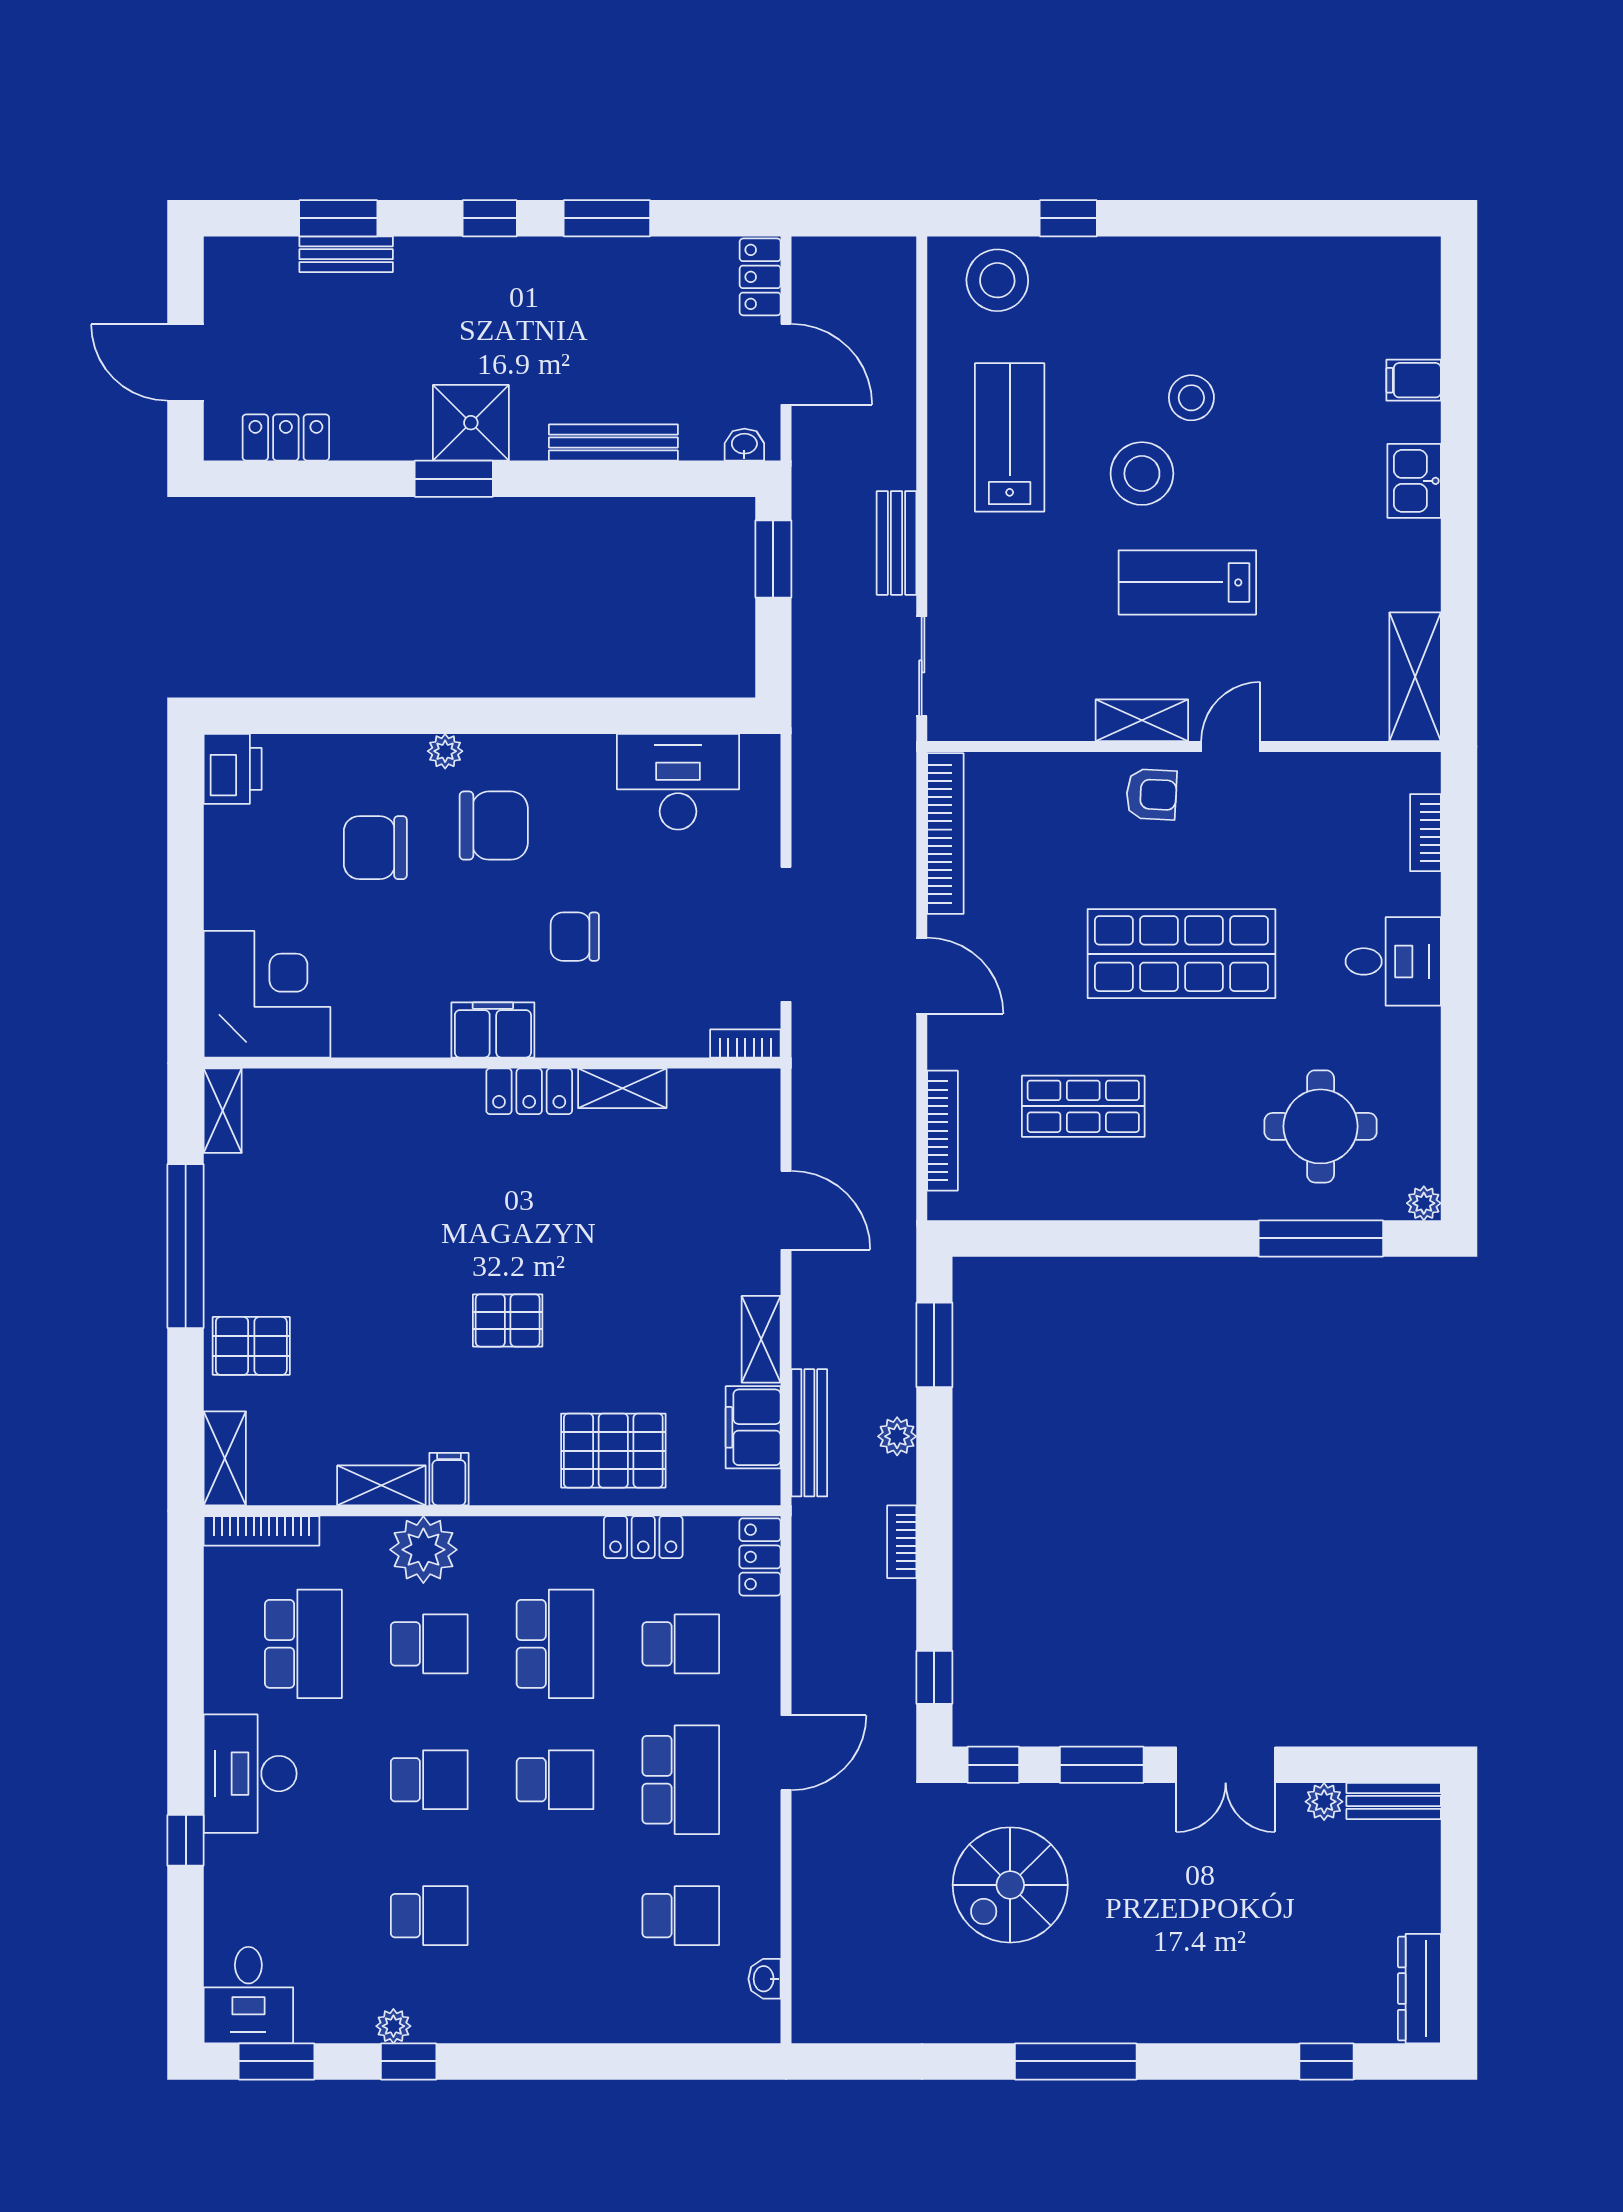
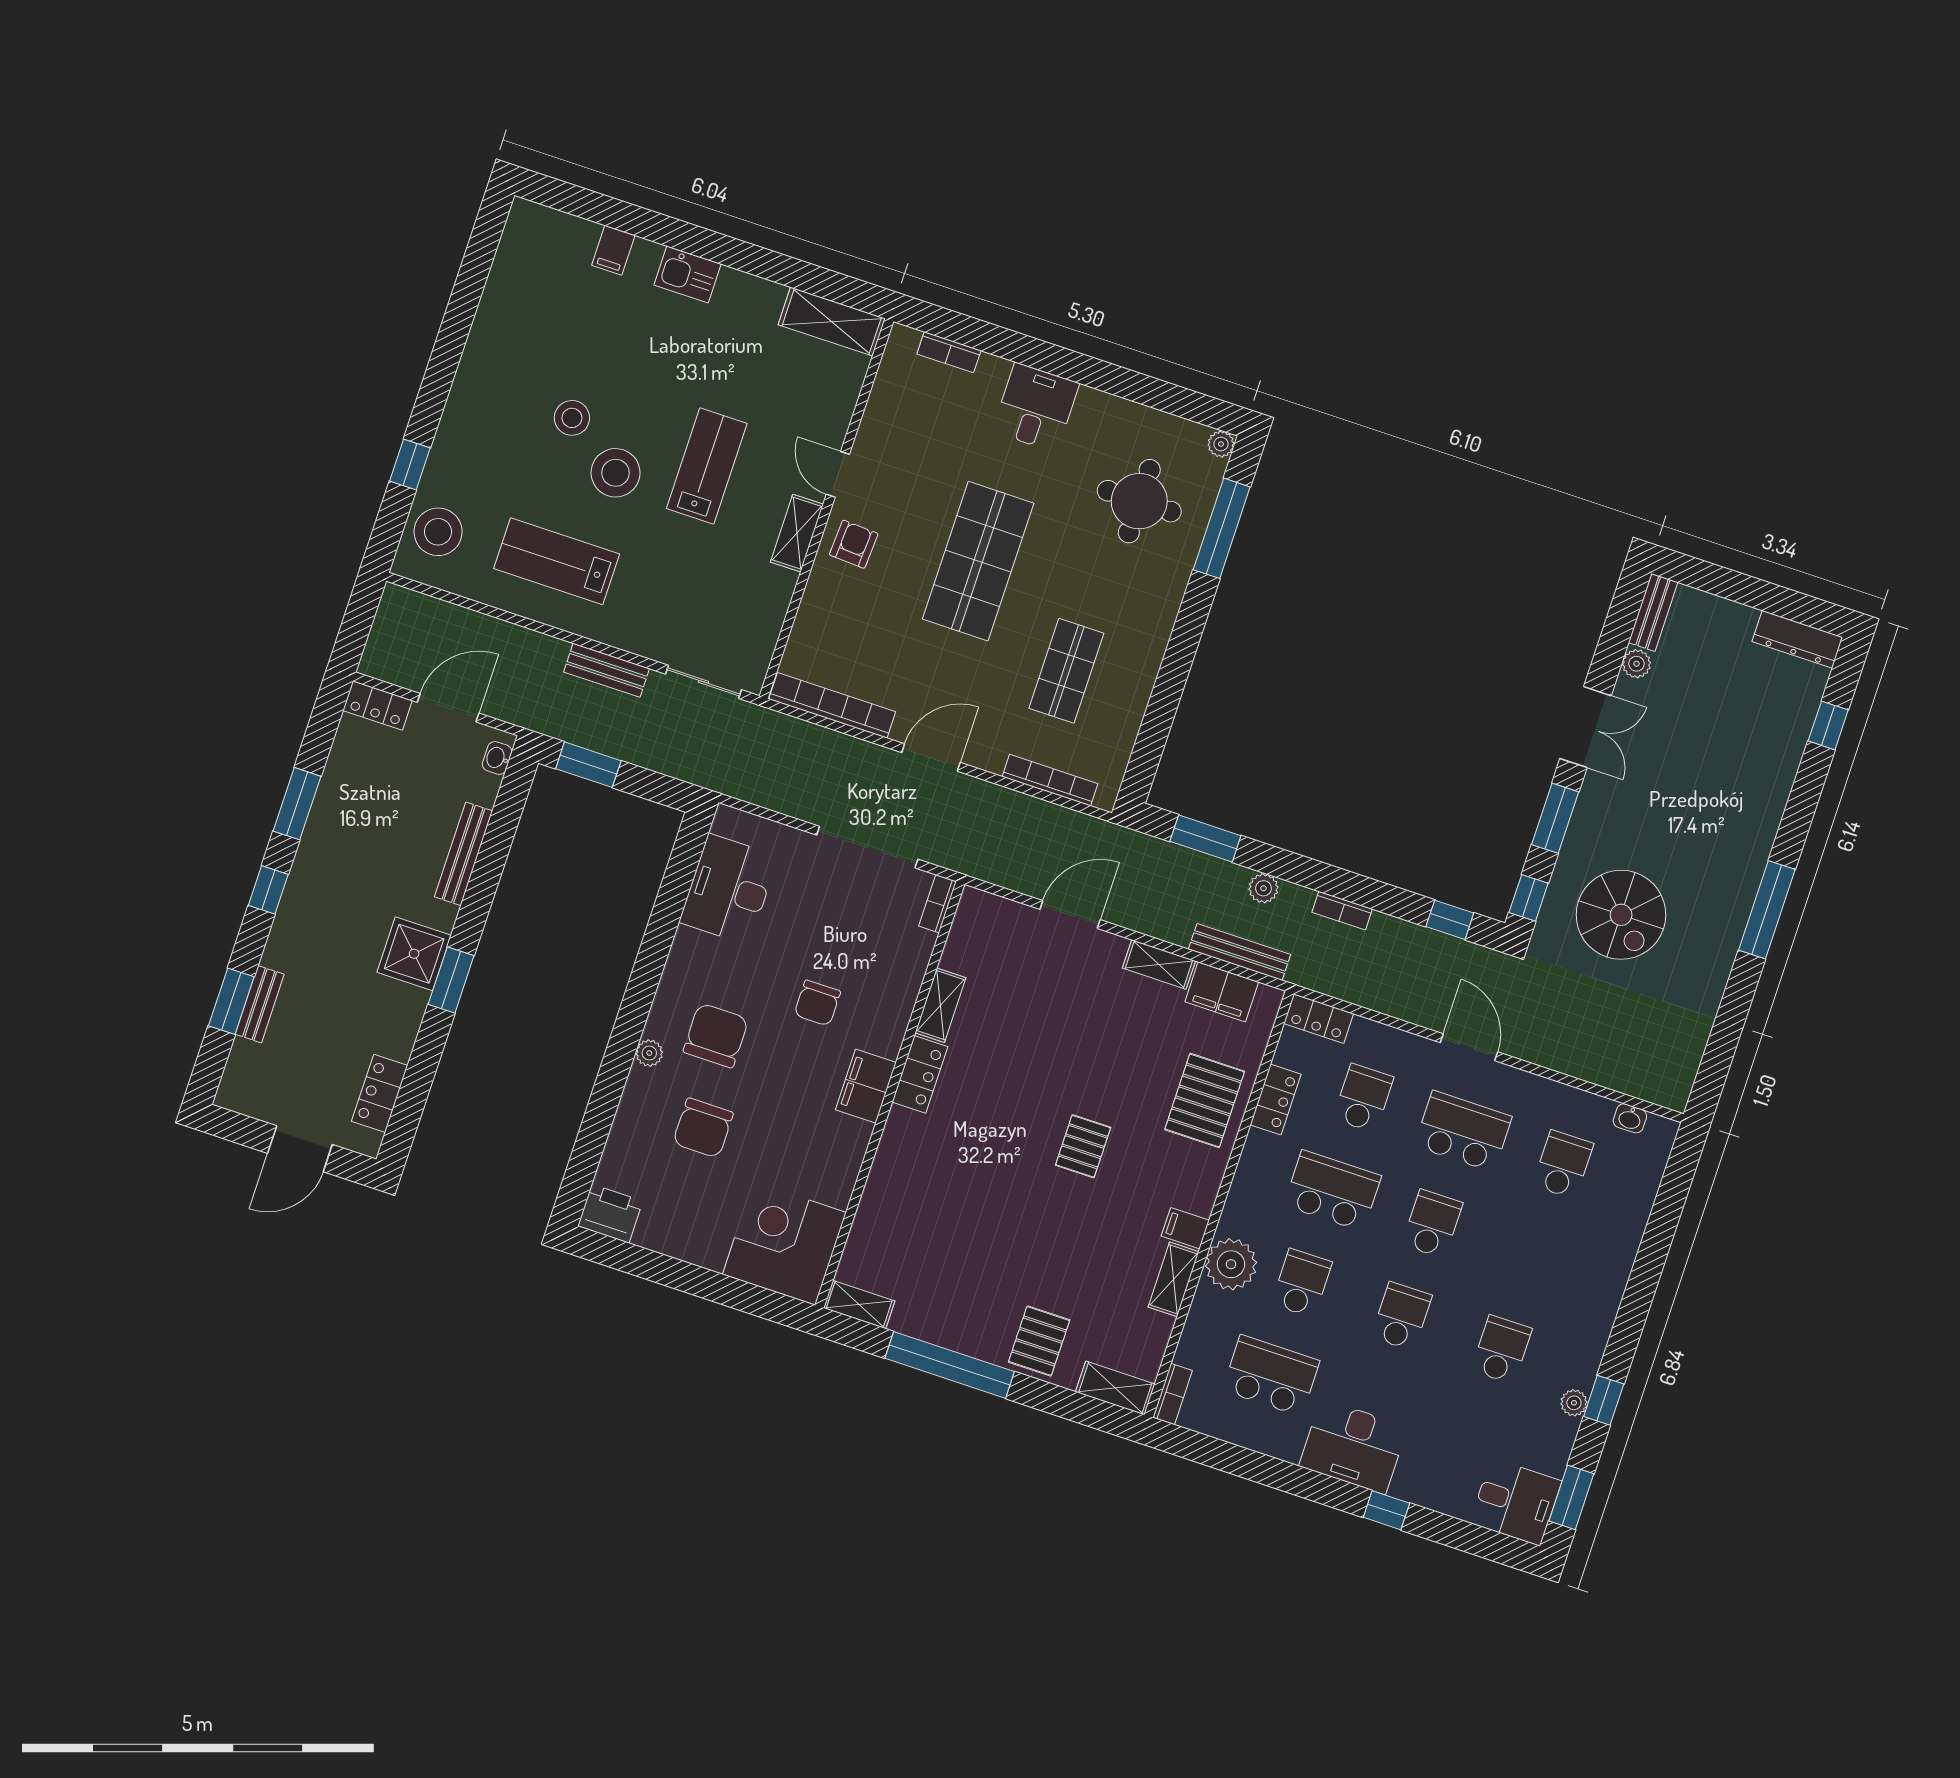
lab bench: (1187, 582) -> (707, 466), turned 180
bookcase: (261, 1531) -> (1173, 1394), width x0.64

